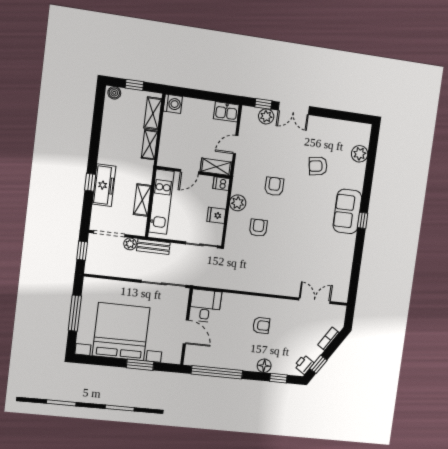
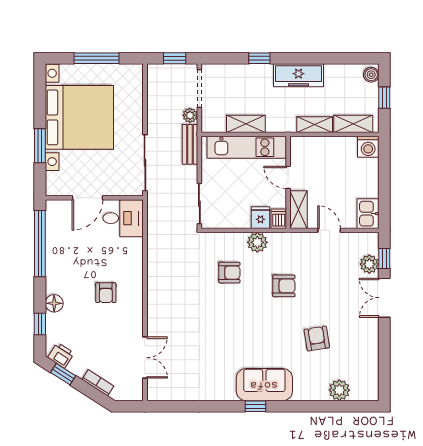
freezer: (104, 185) -> (299, 75), moved
fridge: (216, 215) -> (260, 218), moved

